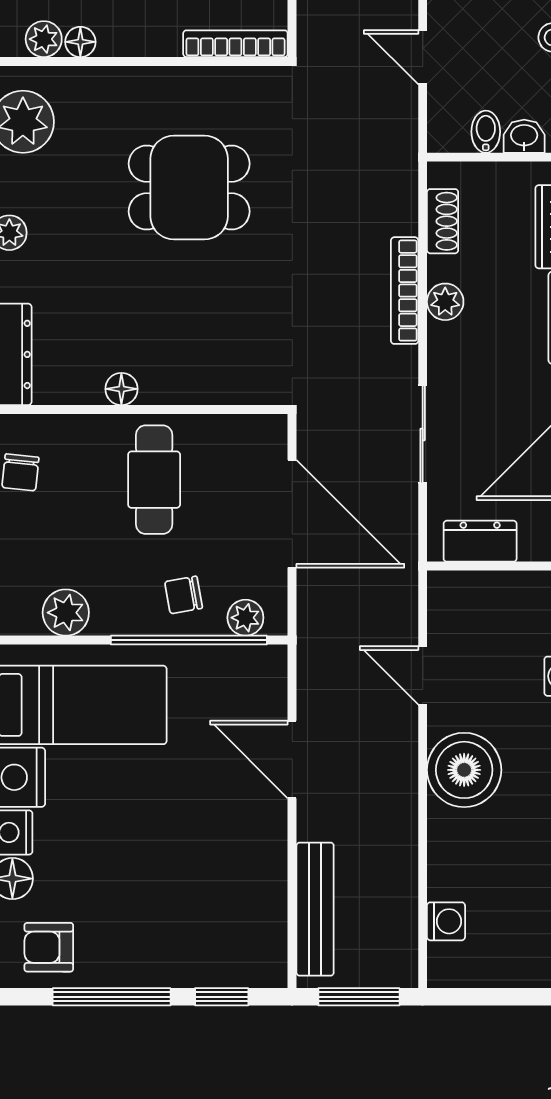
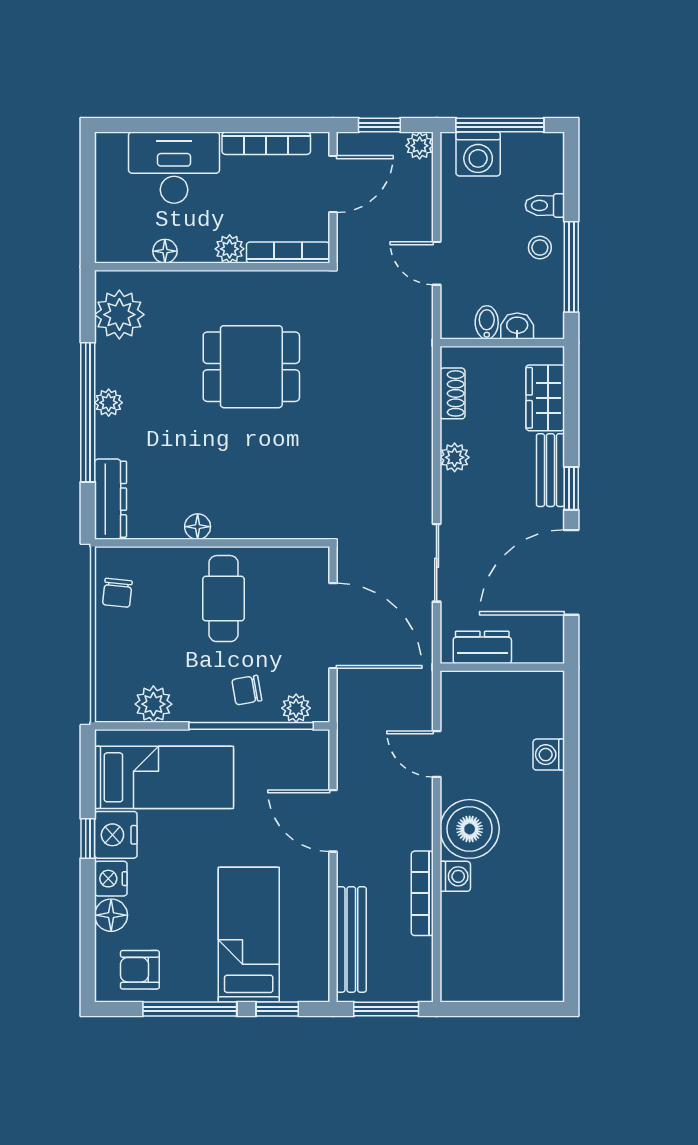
plant: (44, 39) -> (230, 249), moved
bookcase: (405, 291) -> (422, 893), moved
bed: (186, 903) -> (249, 935), added
washing machine: (446, 921) -> (455, 876), moved

